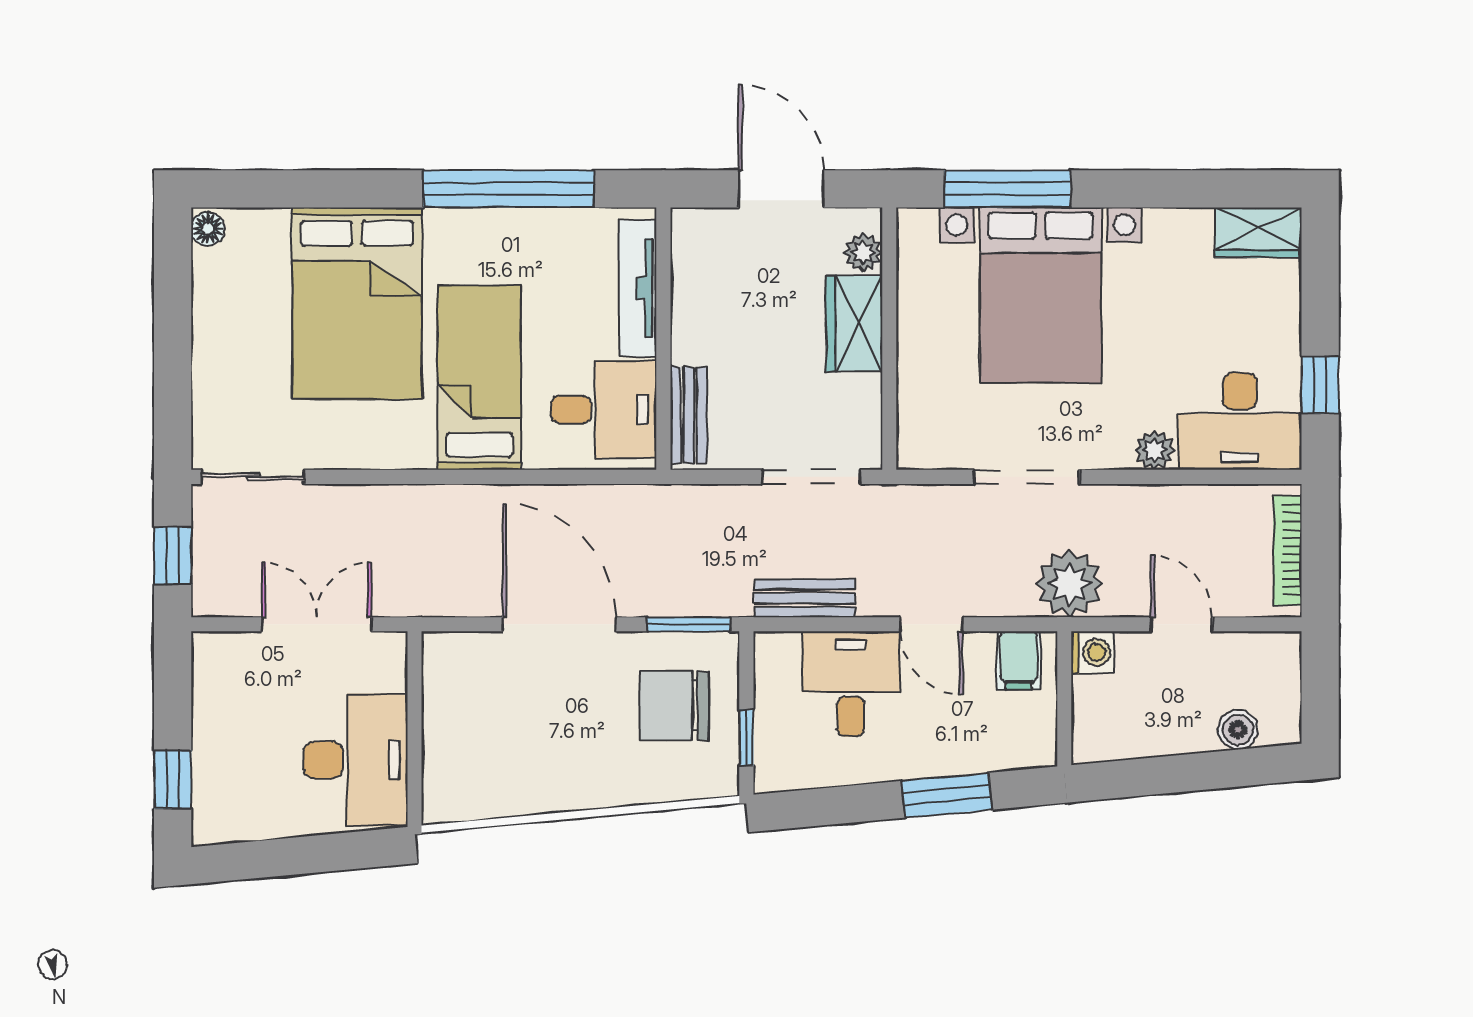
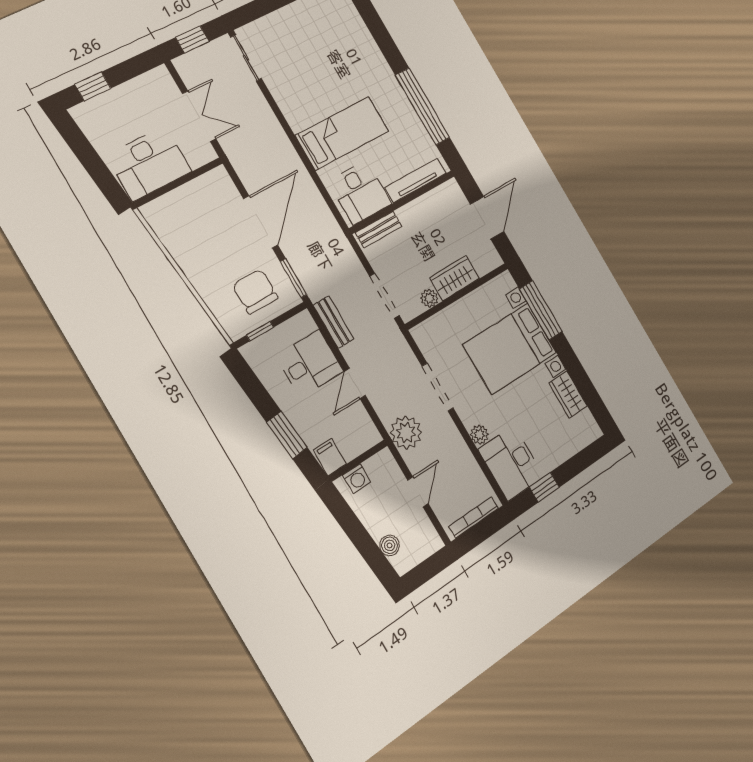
wardrobe: (1258, 232) -> (568, 394), moved
plant: (863, 252) -> (429, 298), moved
bed: (357, 303) -> (342, 67), removed
washing machine: (1092, 652) -> (357, 479), moved
filing cabinet: (1019, 660) -> (330, 457), moved, turned 90

